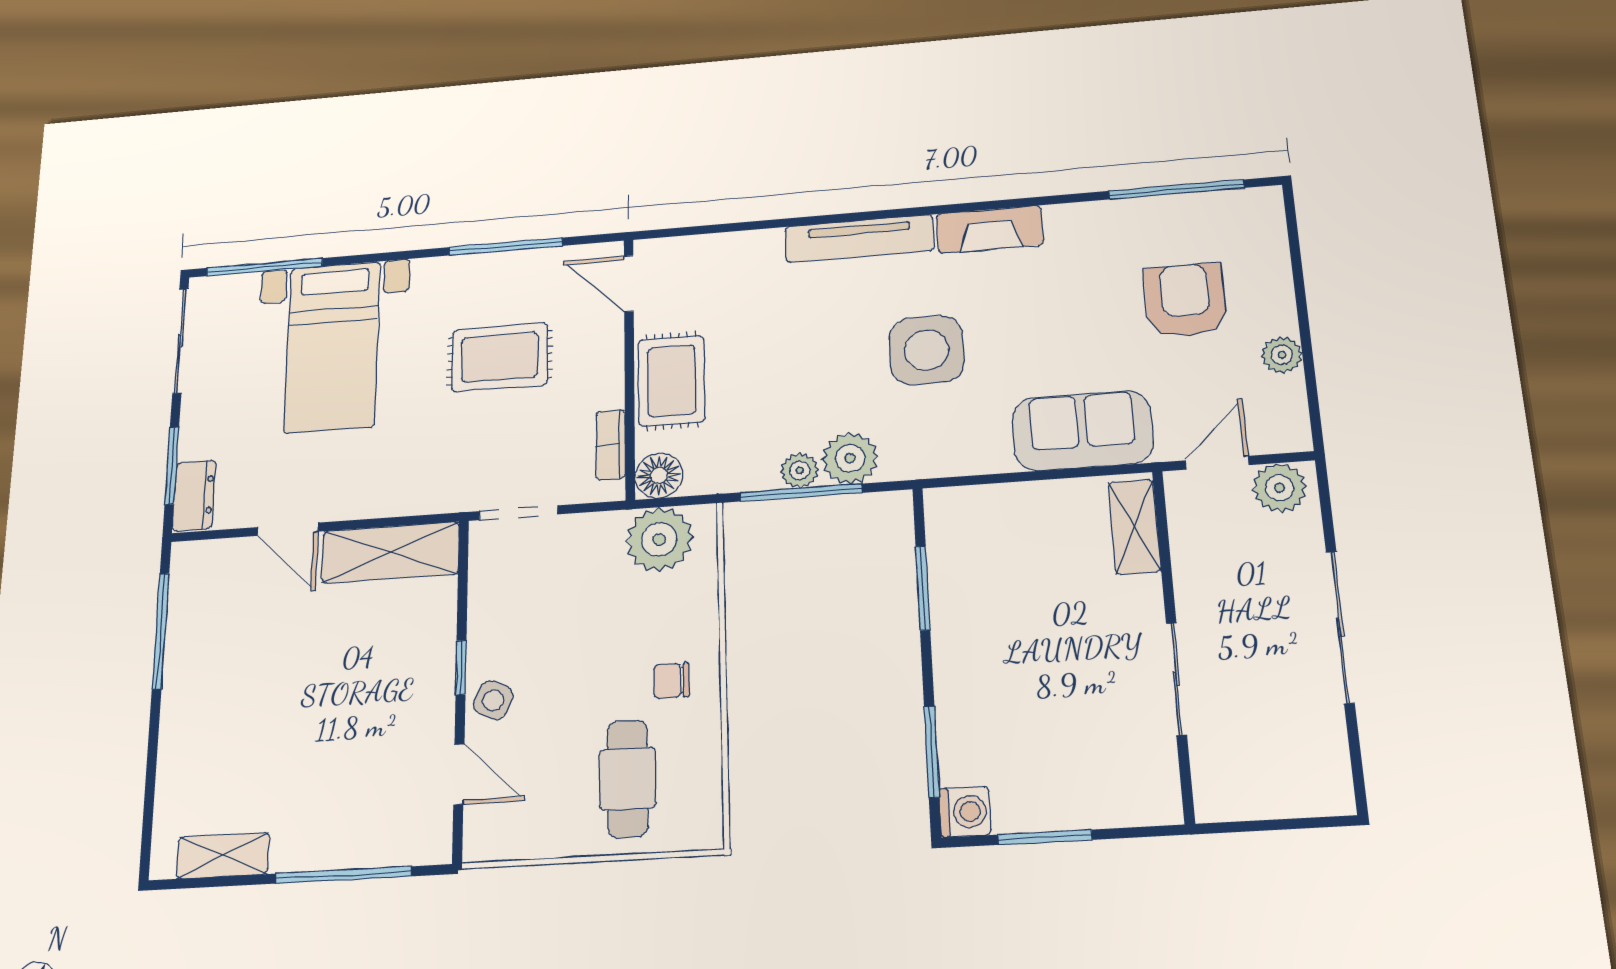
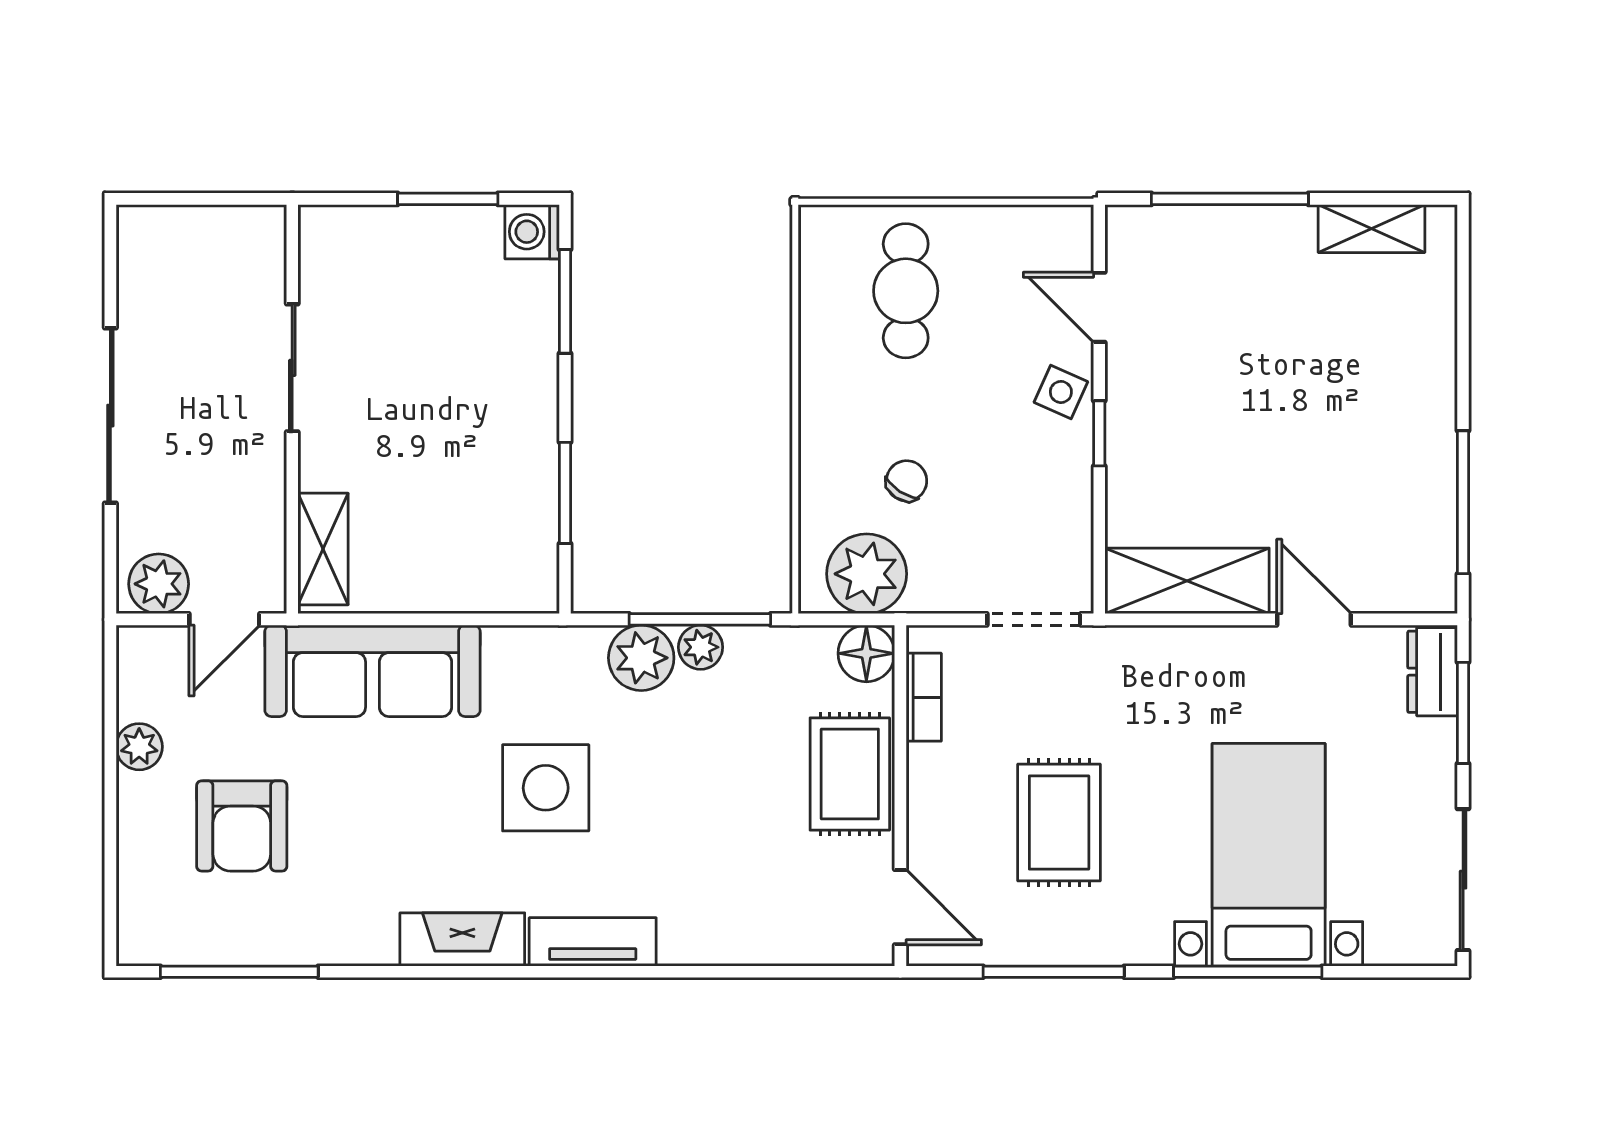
tv unit: (859, 239) -> (593, 942), width x0.71
window: (264, 267) -> (1248, 972), moved
rug: (500, 357) -> (1059, 822), turned 90
sofa: (1082, 431) -> (372, 671), width x1.36
chair: (671, 681) -> (907, 481), moved, turned -57

